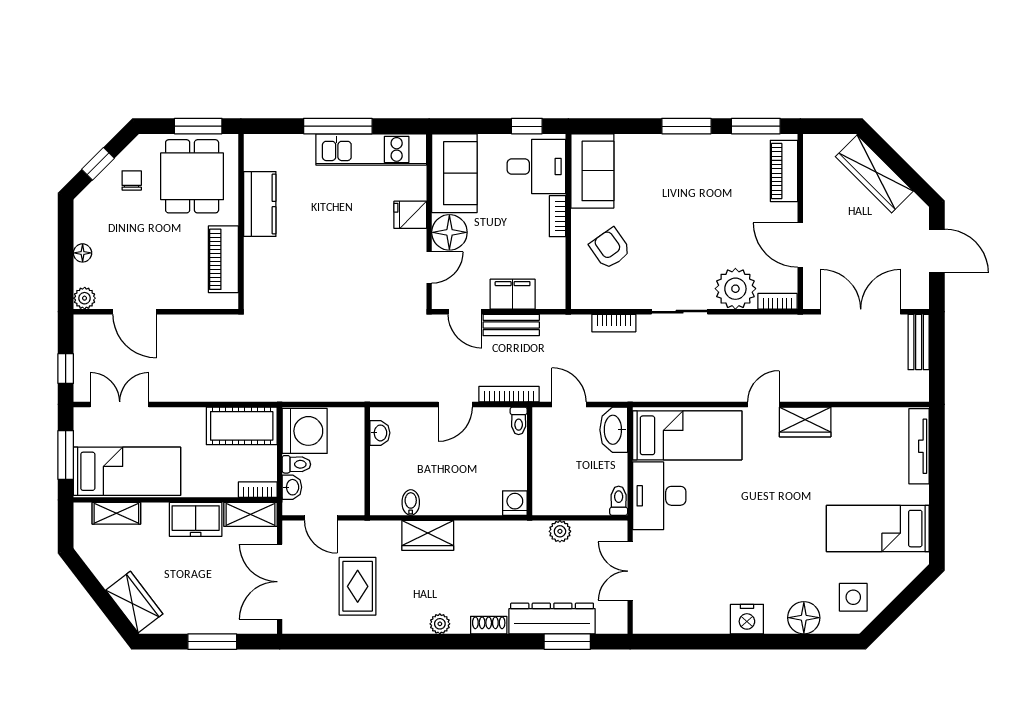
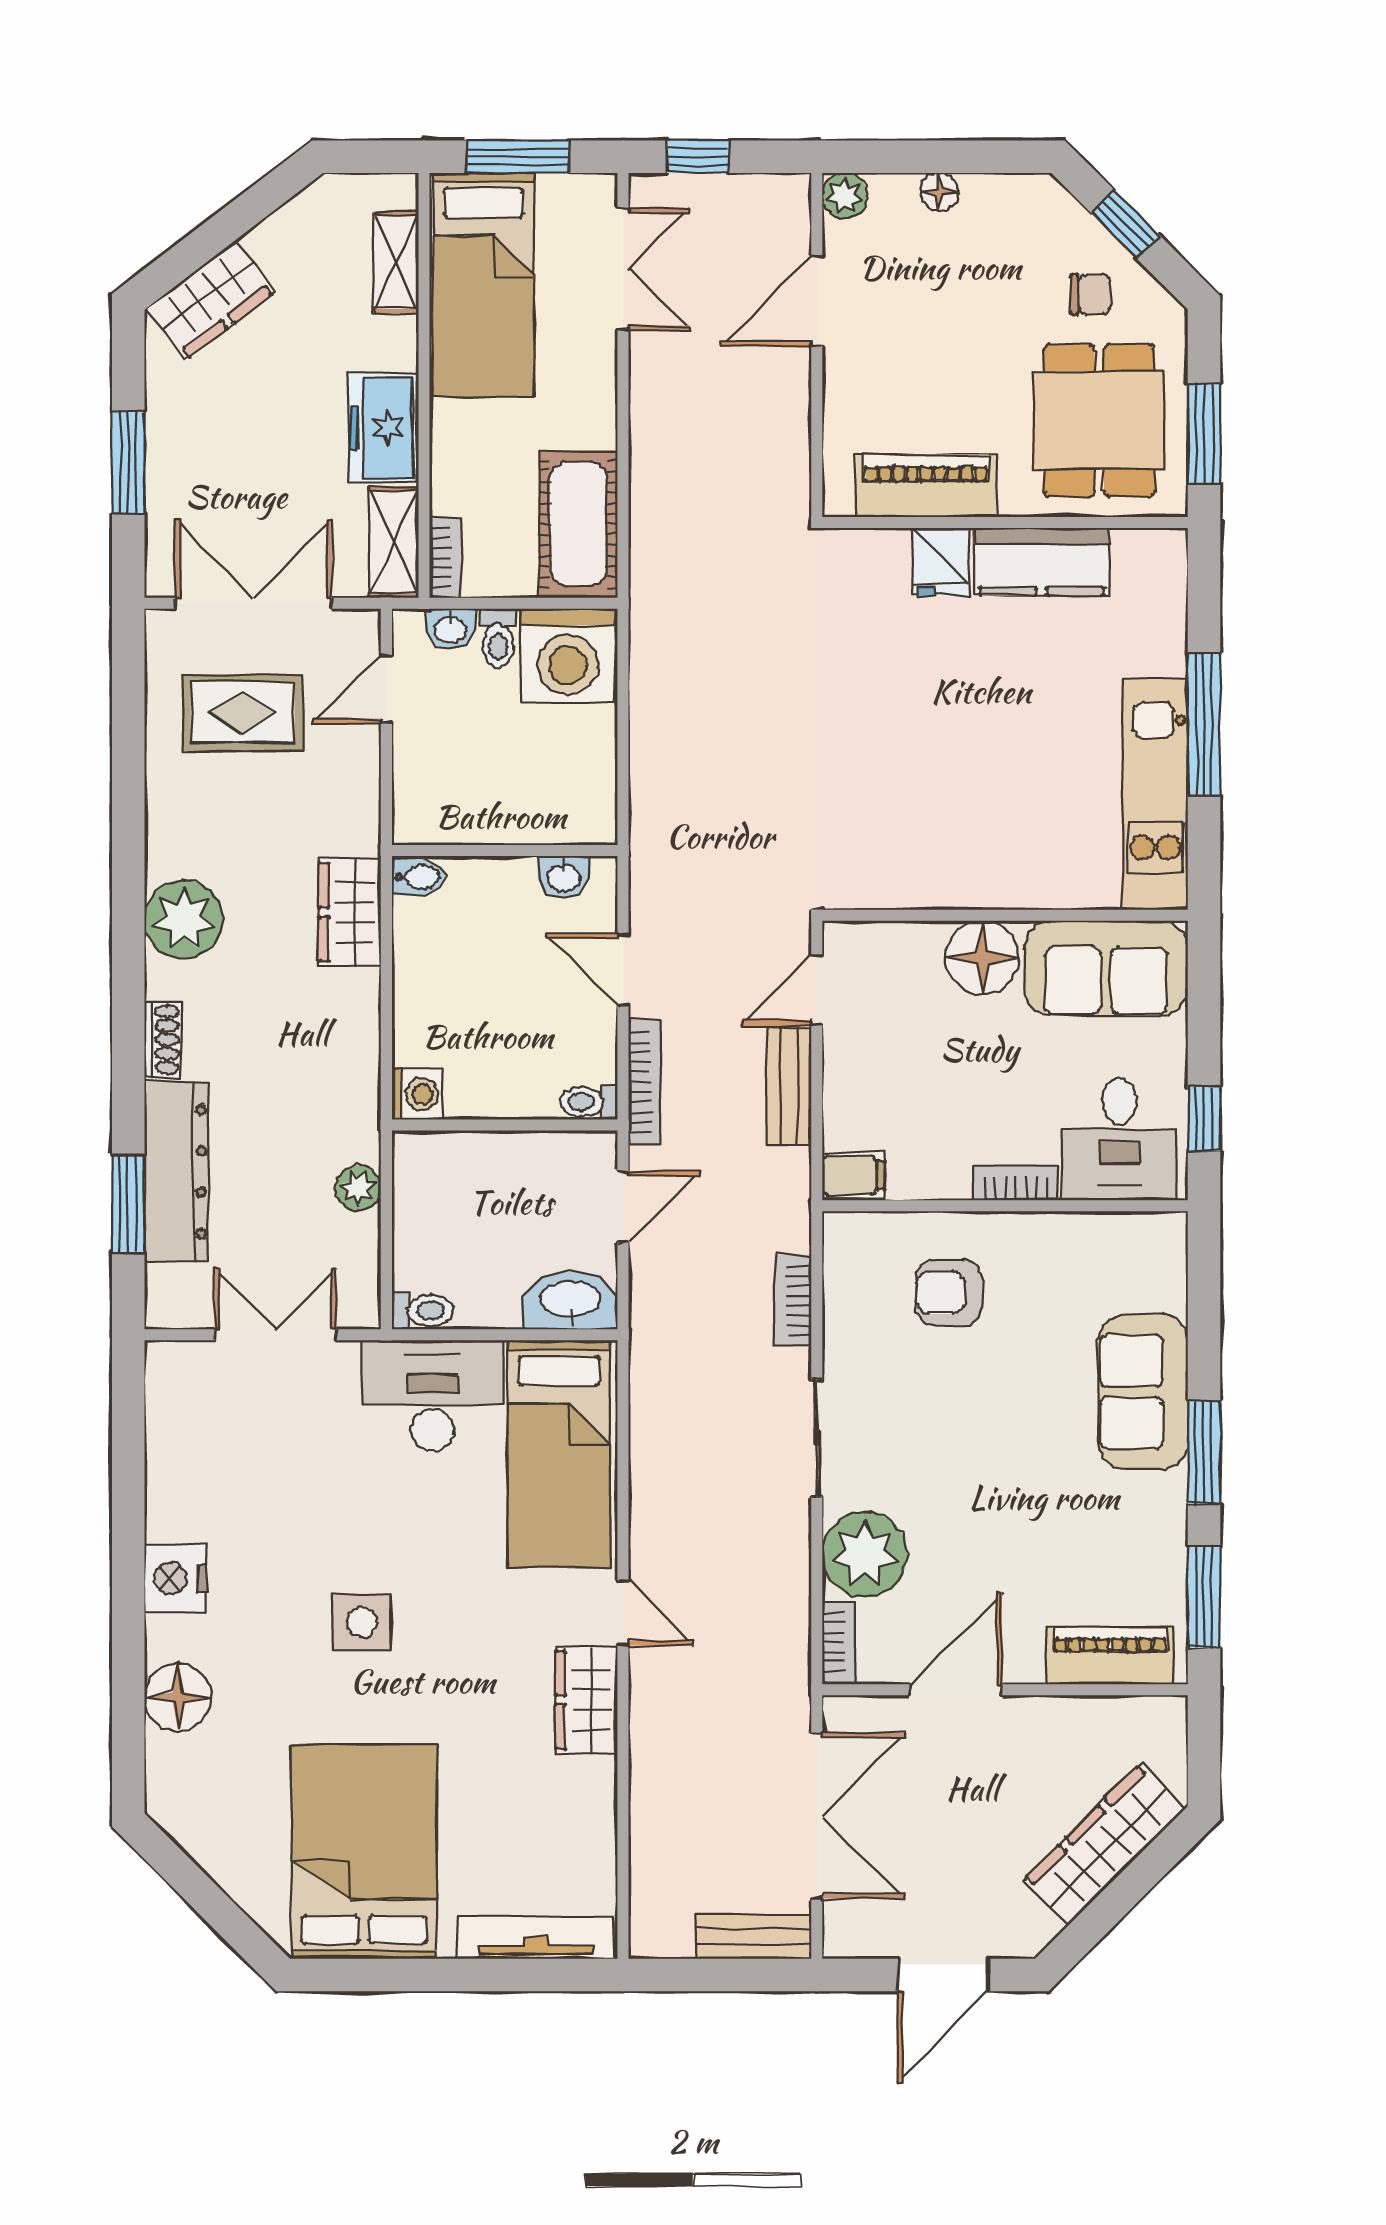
sofa: (592, 171) -> (1143, 1392), moved, turned 90
dining table: (192, 176) -> (1099, 420), turned 90
fridge: (410, 215) -> (941, 562), moved, turned 180
armchair: (610, 248) -> (949, 1293), turned -145
door: (429, 268) -> (909, 915), removed
filing cabinet: (513, 294) -> (853, 1175), moved, width x0.50
washbasin: (380, 433) -> (564, 877), moved
wall: (367, 461) -> (505, 851), moved
bed: (878, 529) -> (364, 1852), width x1.50
rug: (358, 586) -> (243, 713), moved
side table: (853, 597) -> (362, 1622), moved
plant: (440, 624) -> (184, 919), width x1.88, depth x1.88

